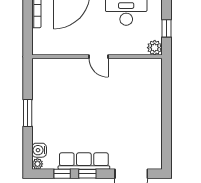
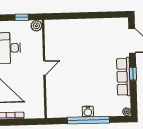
window: (28, 113) -> (88, 120), width x2.11
water cooler: (39, 150) -> (88, 111), moved
window: (62, 174) -> (133, 93), removed

